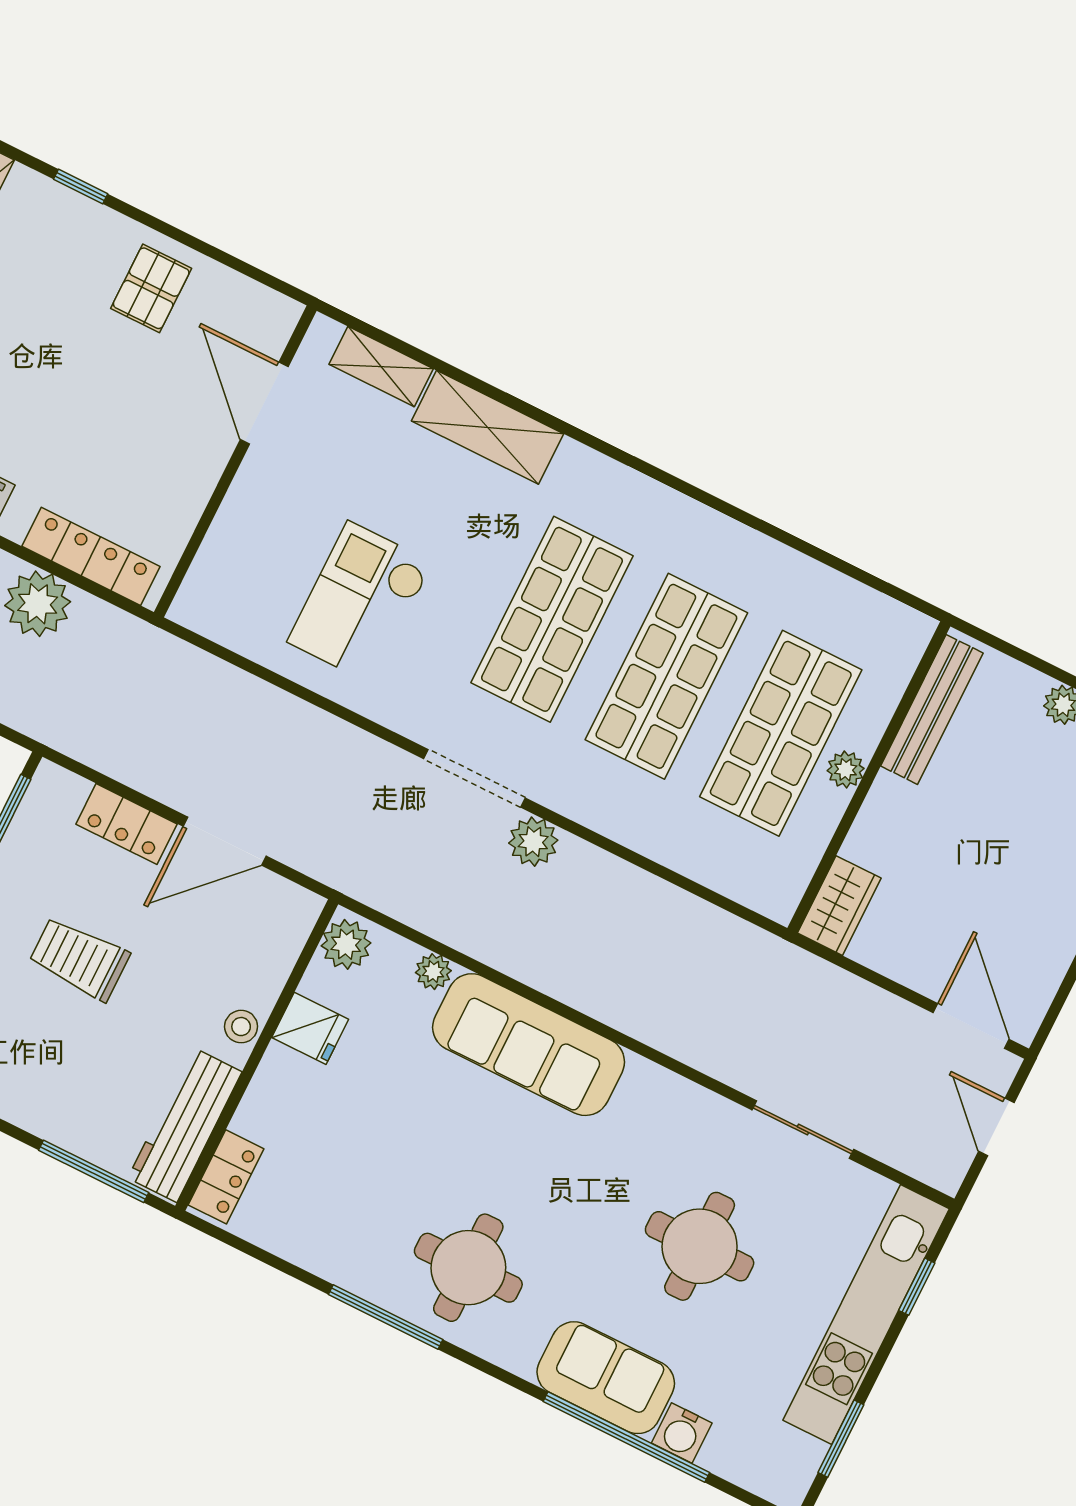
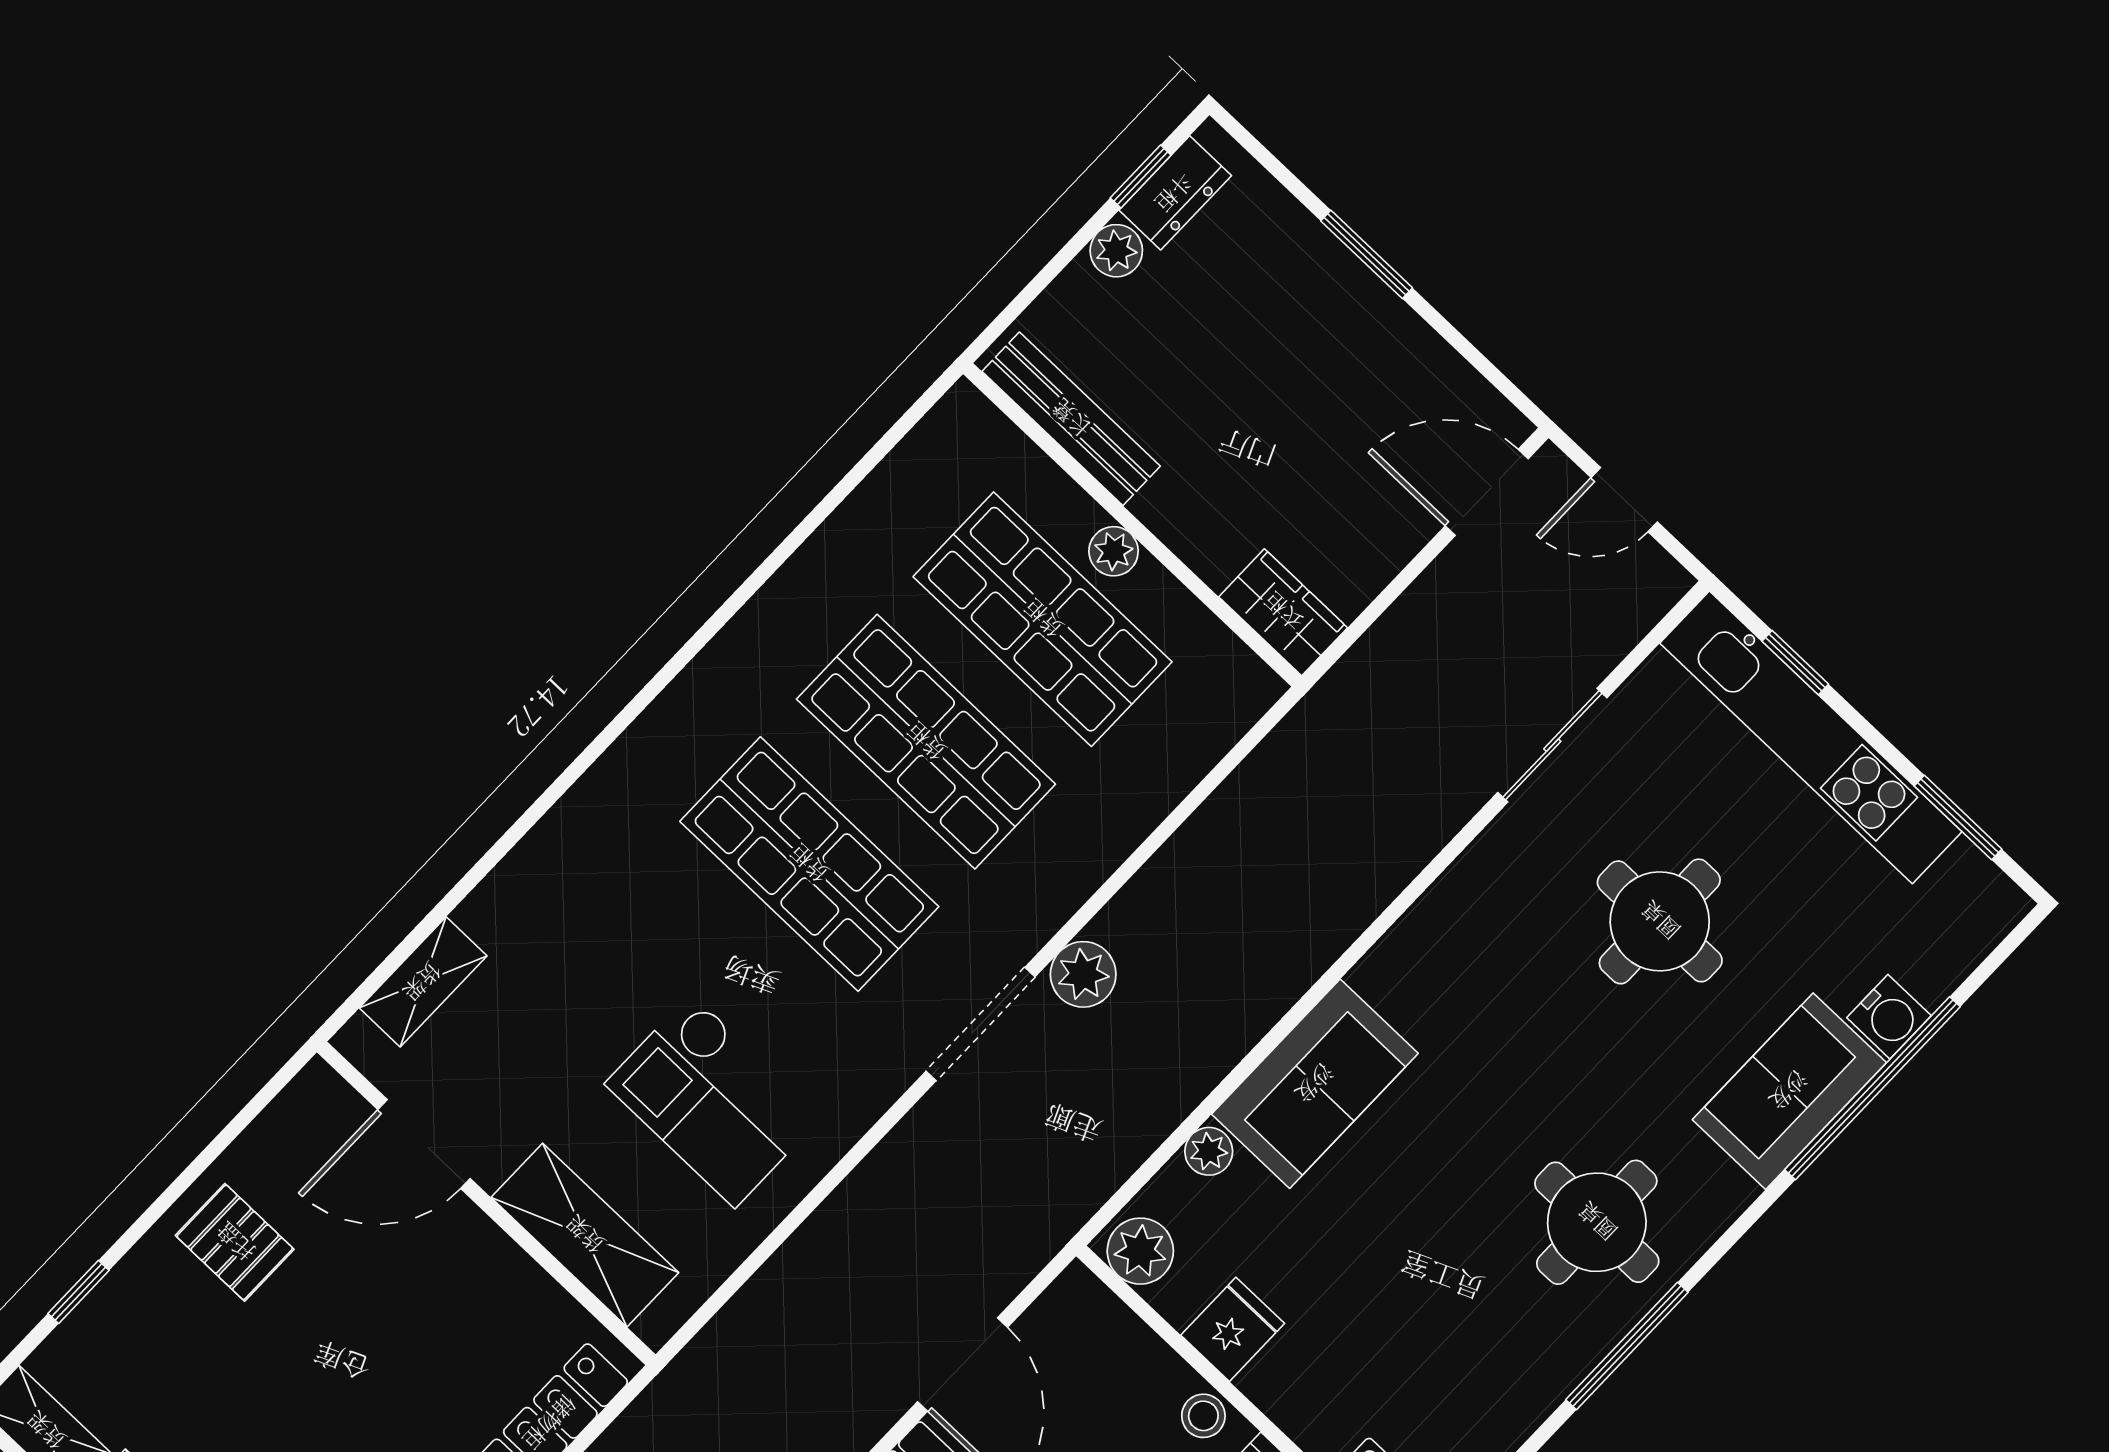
shelving: (487, 427) -> (585, 1235), moved, turned 90
sofa: (529, 1045) -> (1315, 1084), width x0.73

